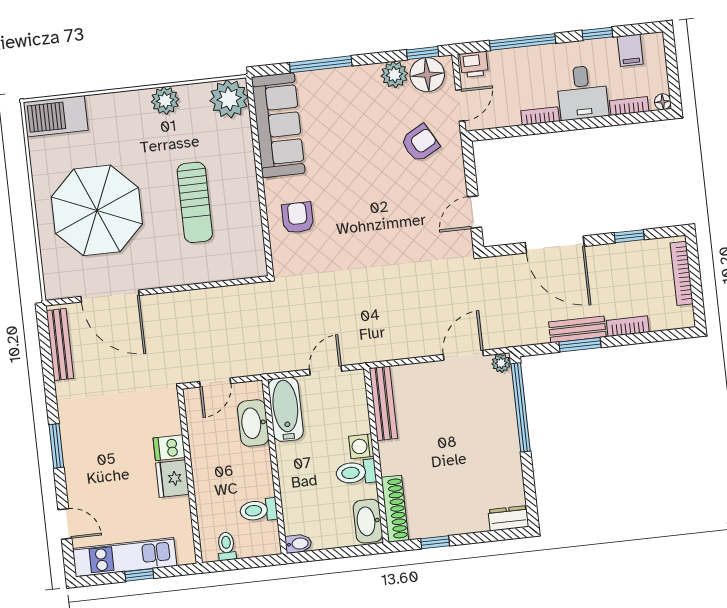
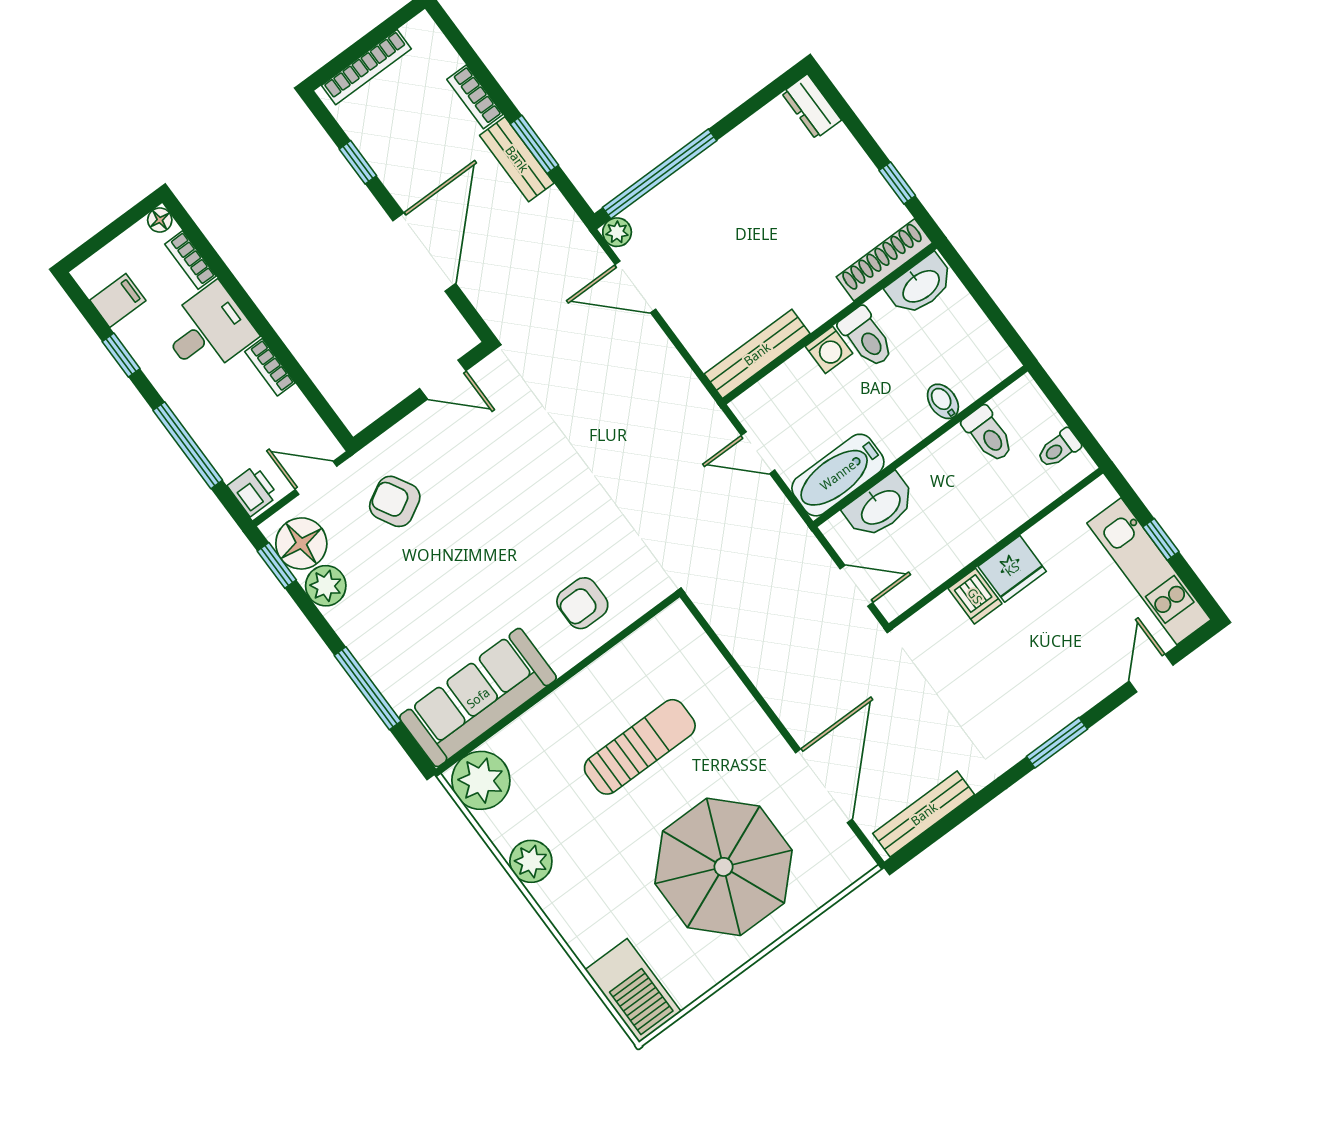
bidet: (298, 544) -> (943, 401), moved

